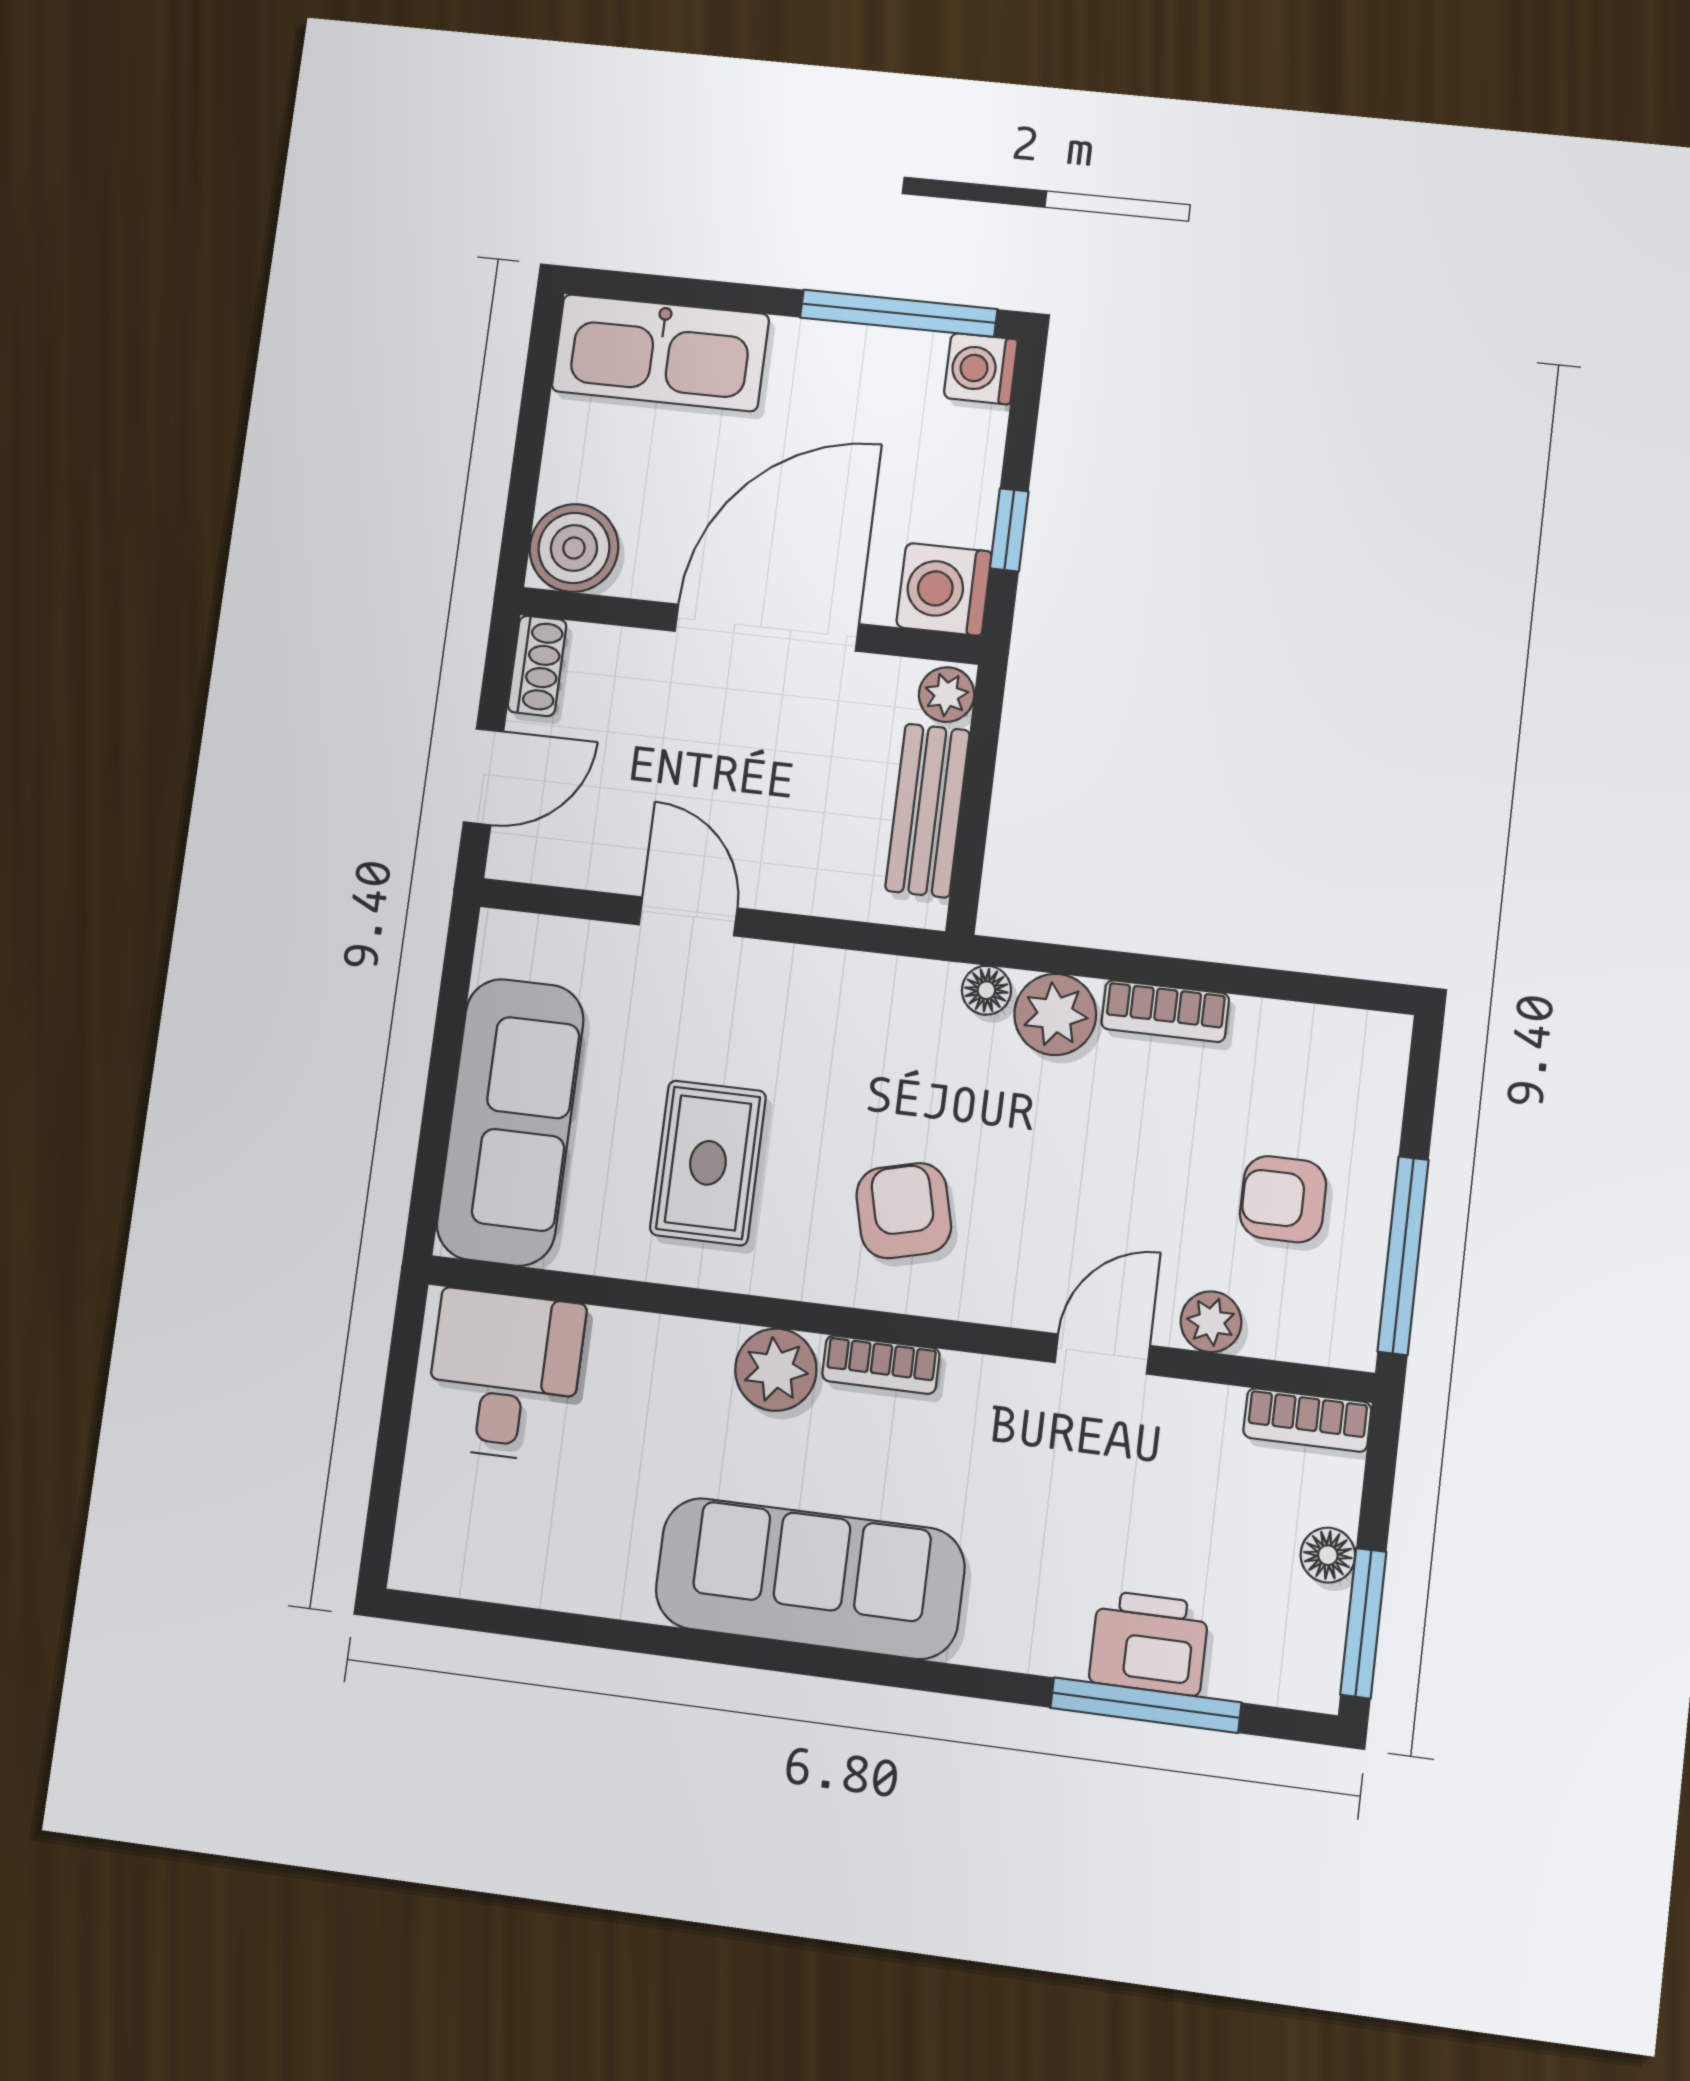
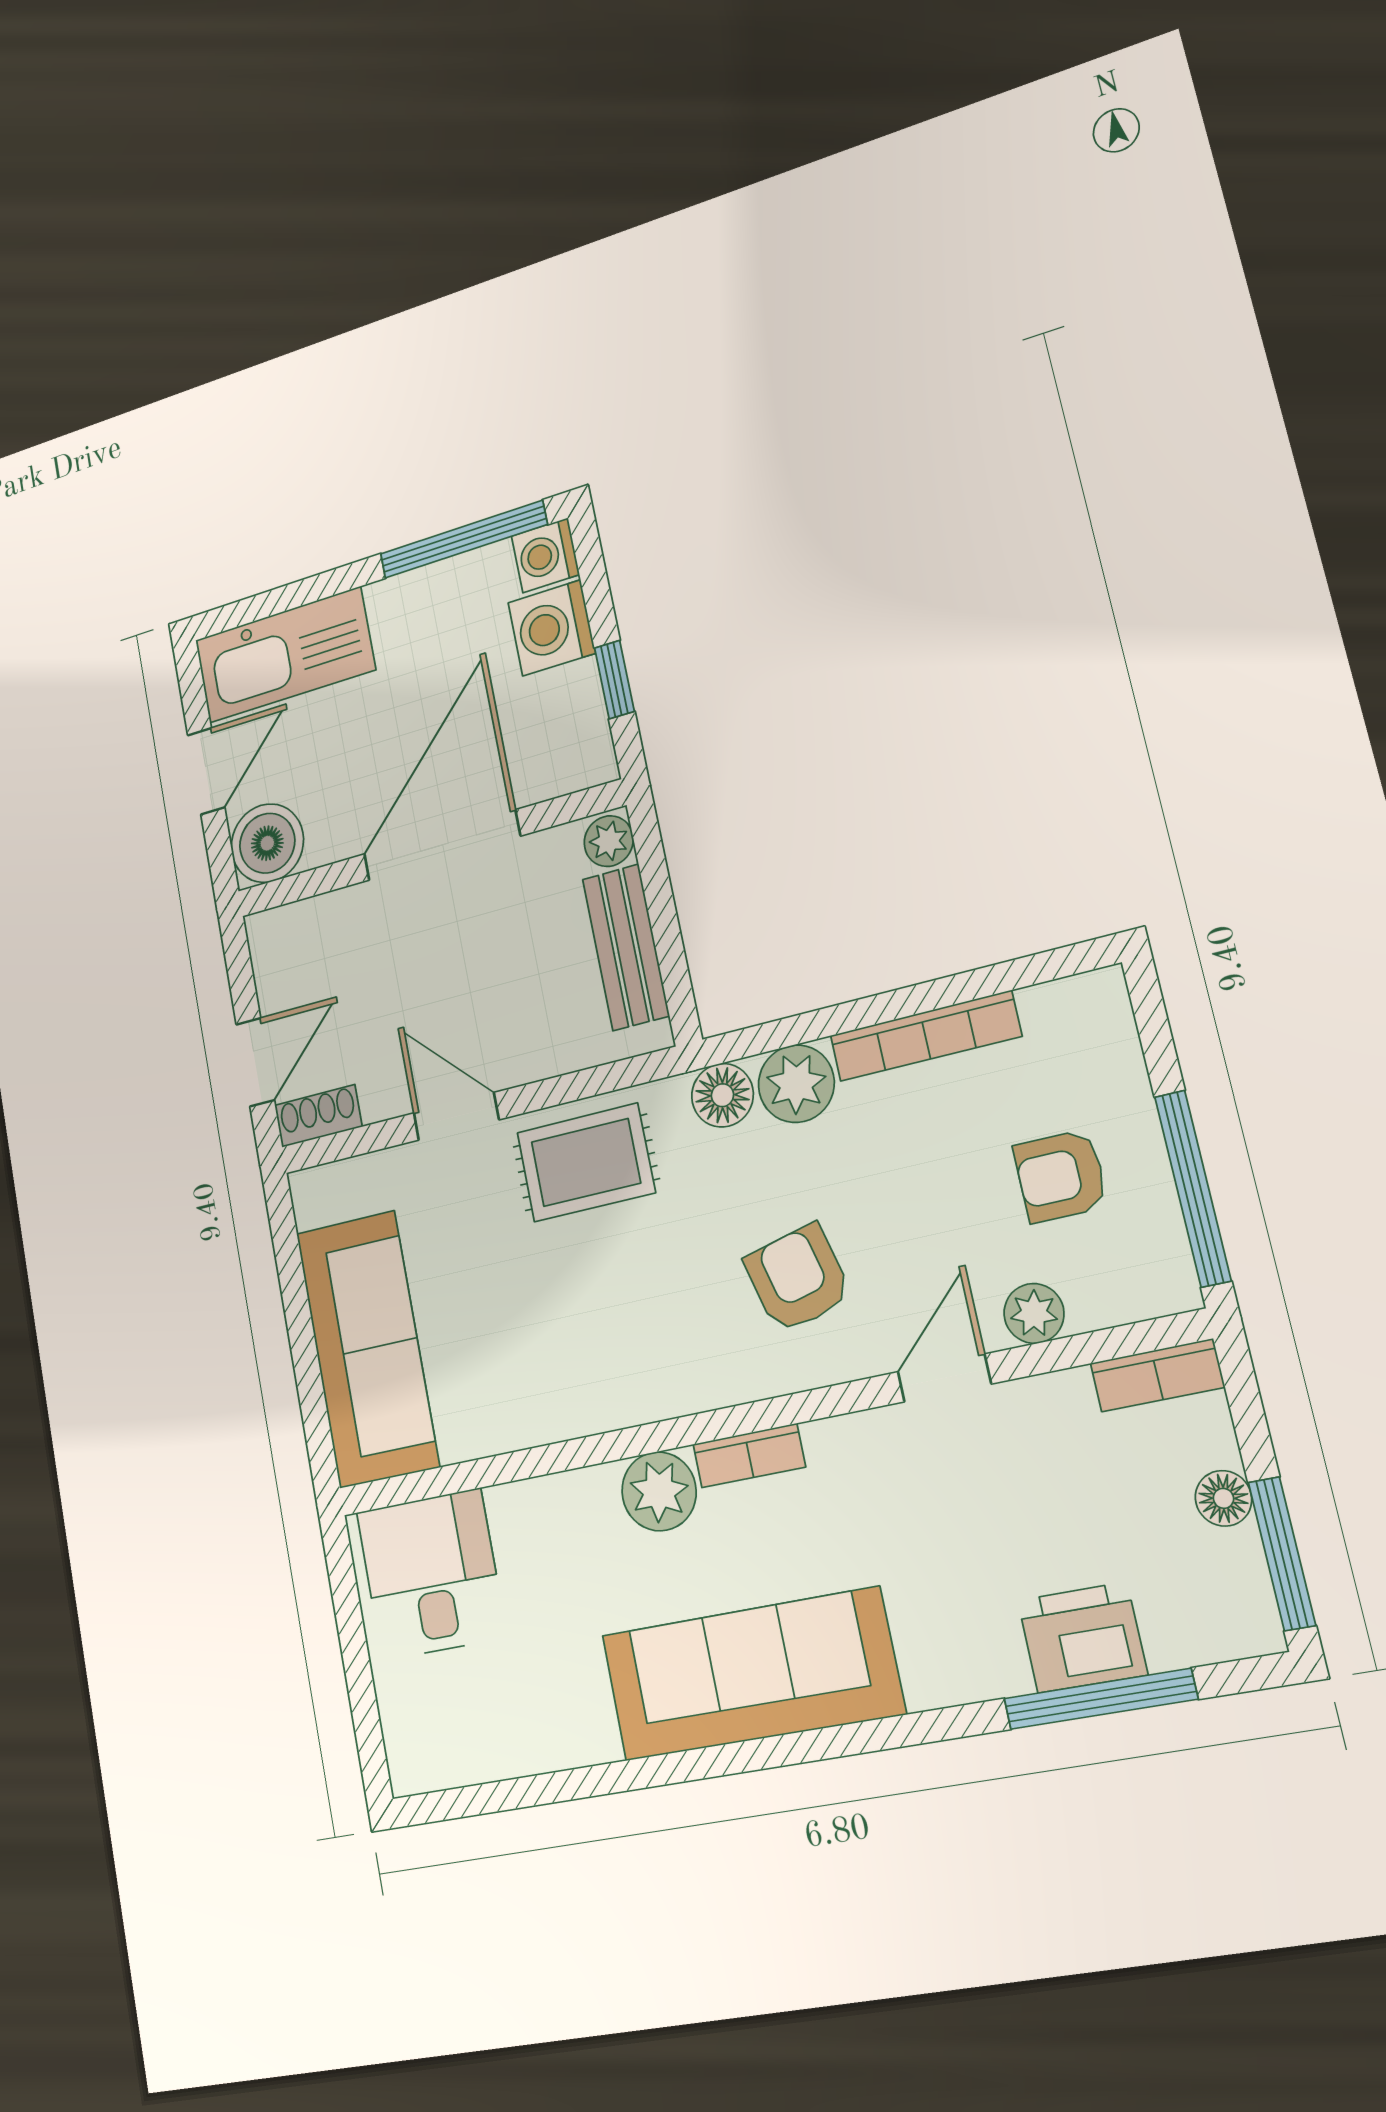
door: (530, 442) -> (206, 771), added
washing machine: (944, 589) -> (552, 628), moved
shoe rack: (537, 666) -> (318, 1116), moved, turned -90
floor lamp: (986, 990) -> (722, 1095), width x1.37, depth x1.37
bookcase: (1165, 1011) -> (925, 1036), width x1.56
rug: (708, 1163) -> (586, 1163), moved, turned 90
armchair: (904, 1211) -> (798, 1278), moved

